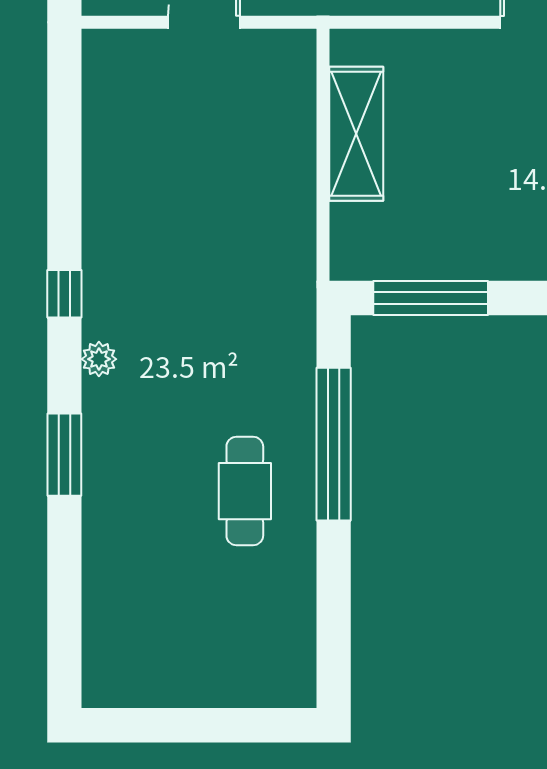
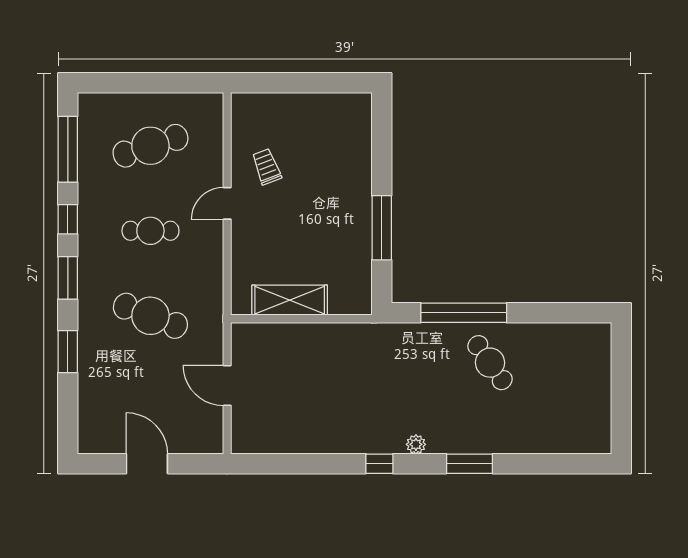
window: (431, 298) -> (382, 228), moved
cafe table: (245, 491) -> (490, 363), turned 55

